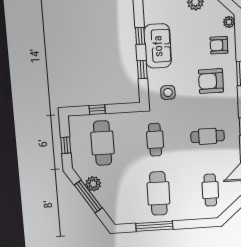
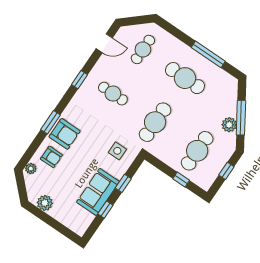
armchair: (211, 81) -> (65, 134), moved
cafe table: (155, 140) -> (155, 122), width x1.37, depth x1.35
cafe table: (158, 193) -> (185, 78), turned 90

